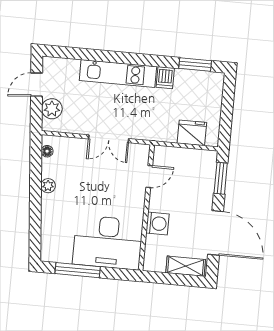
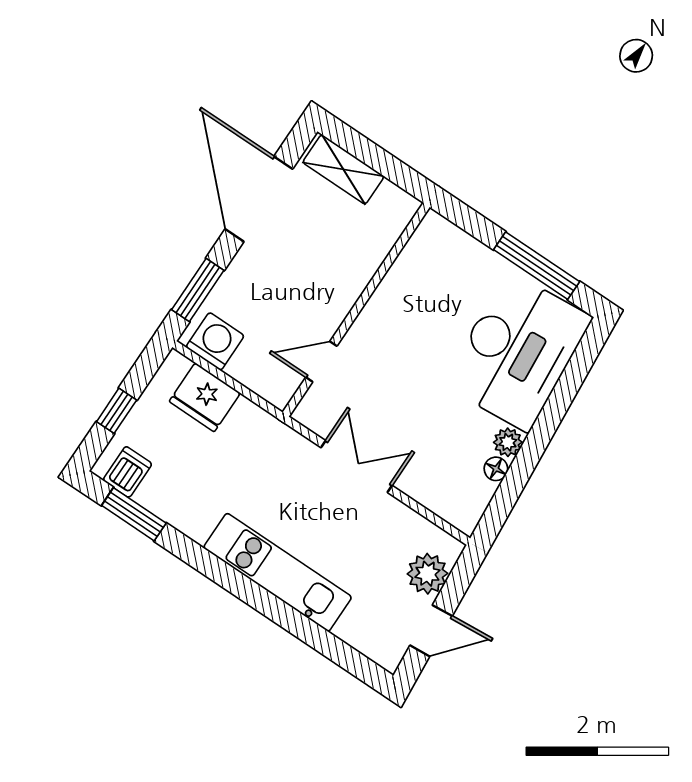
dishwasher: (165, 78) -> (127, 472), moved
window: (227, 106) -> (117, 411), added
floor lamp: (47, 151) -> (496, 469), moved
washing machine: (157, 223) -> (215, 341), moved, turned 90
desk: (108, 242) -> (518, 351), moved, turned 85

